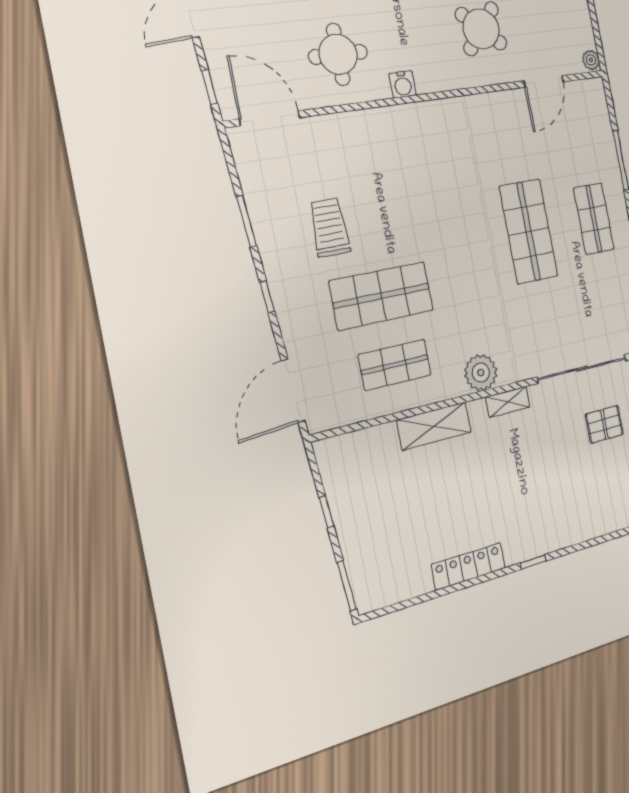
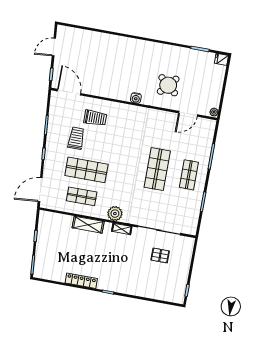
round table: (338, 54) -> (104, 77), removed
water cooler: (403, 84) -> (136, 98), moved
trolley: (354, 161) -> (95, 118), added

